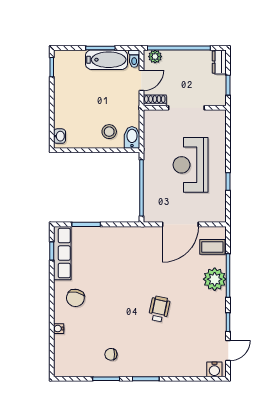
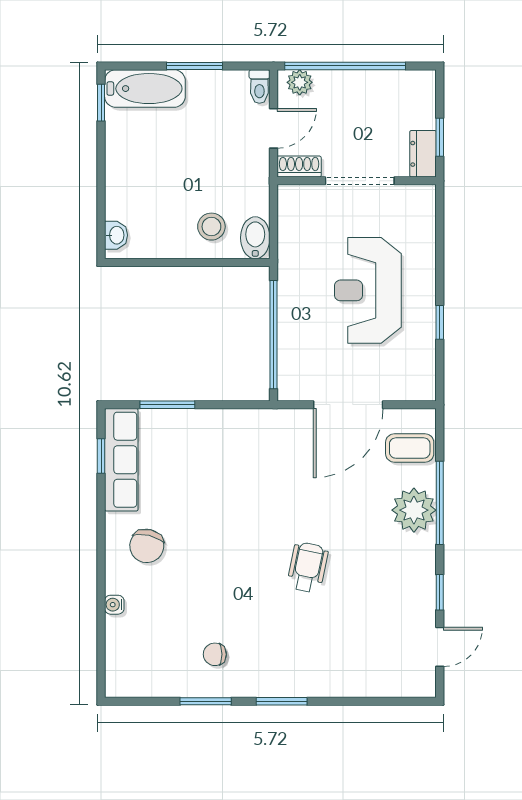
bathtub: (107, 60) -> (145, 89), moved
dresser: (219, 62) -> (423, 154), moved
water cooler: (214, 369) -> (414, 683), removed

